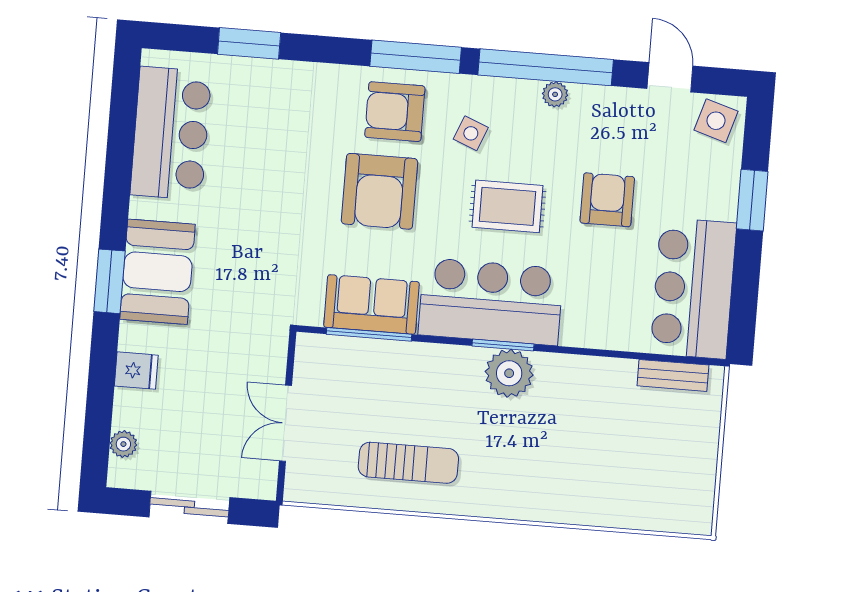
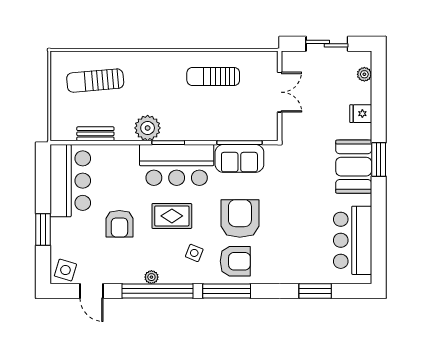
plant: (509, 373) -> (148, 128), moved
bench: (673, 375) -> (95, 134), moved
sun lounger: (631, 473) -> (95, 81), added

